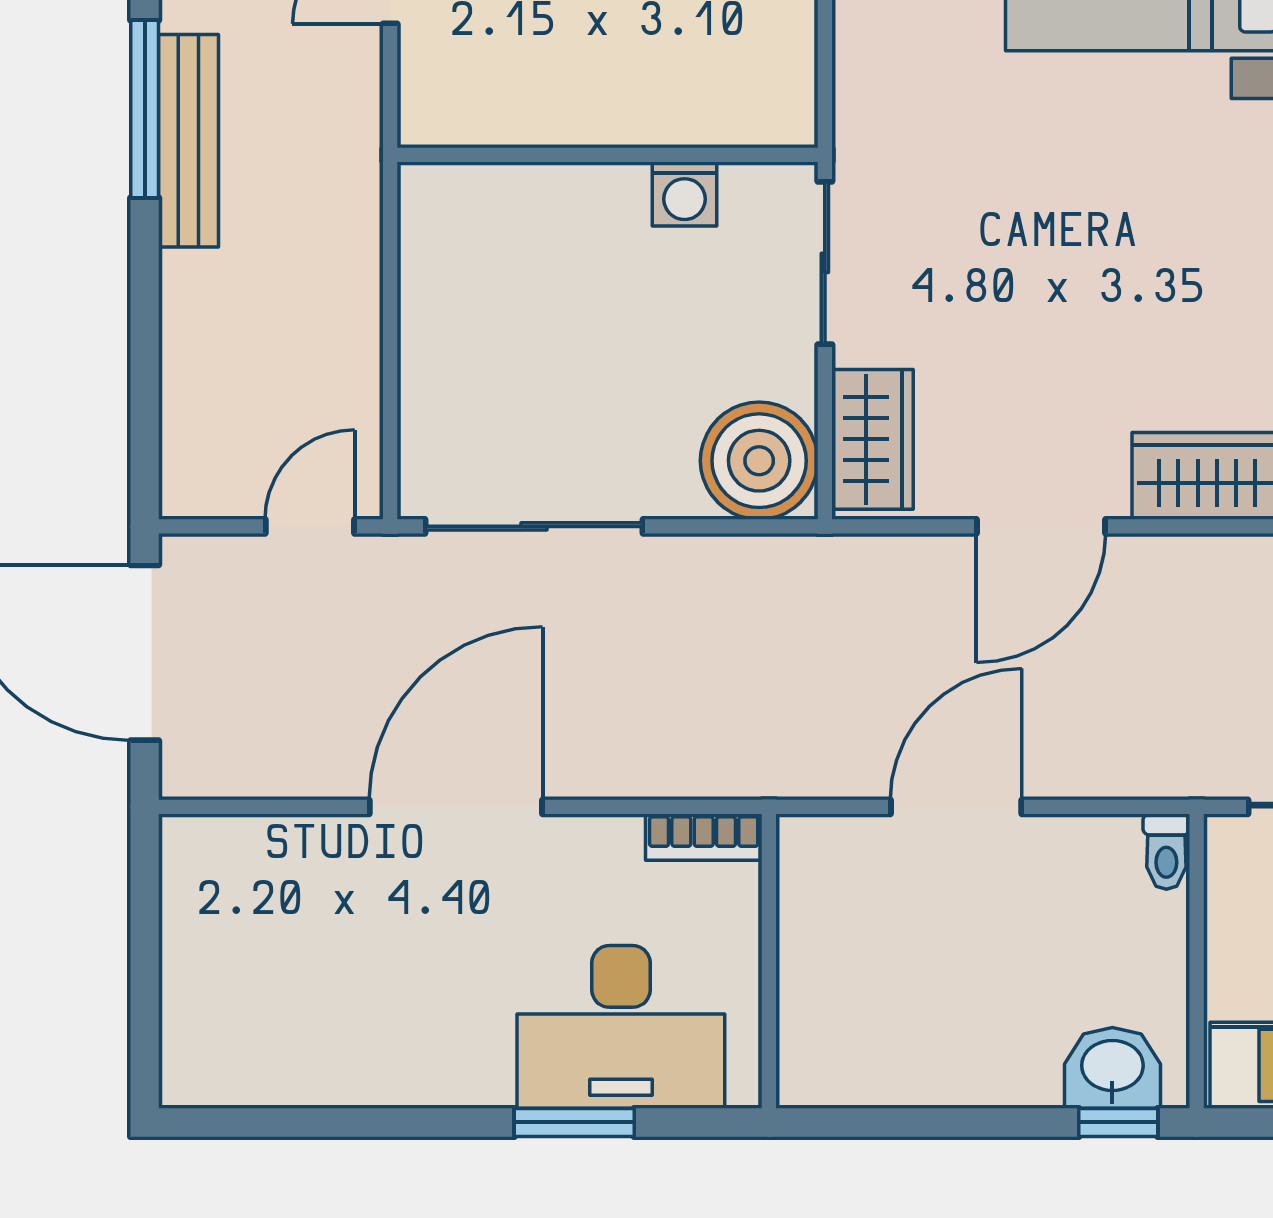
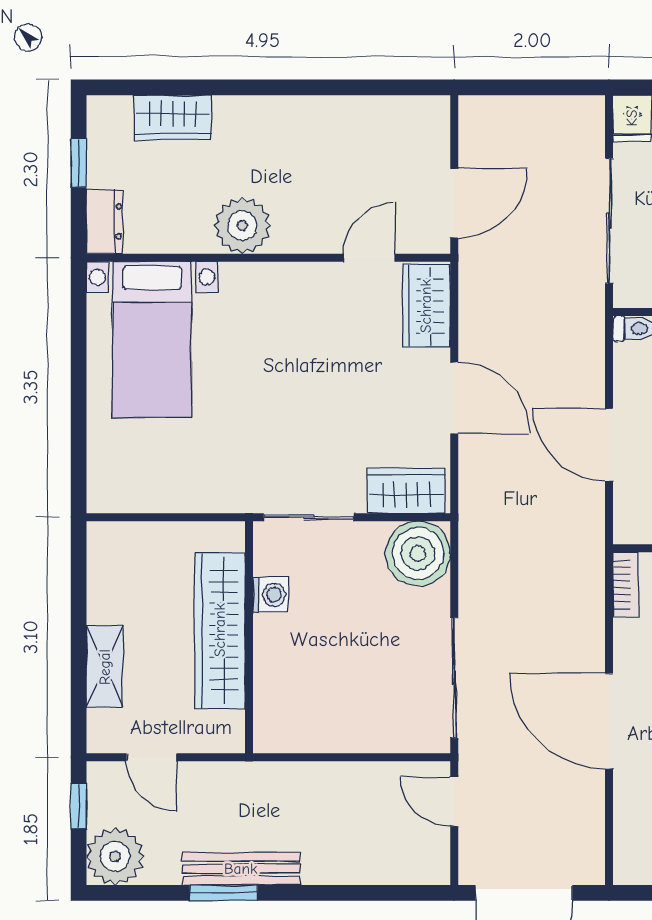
wardrobe: (620, 102) -> (220, 630), added
window: (145, 109) -> (224, 893), width x0.69

